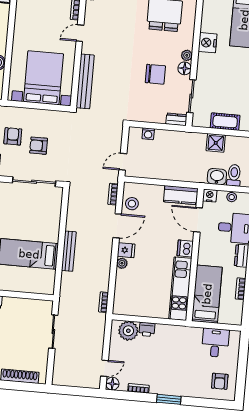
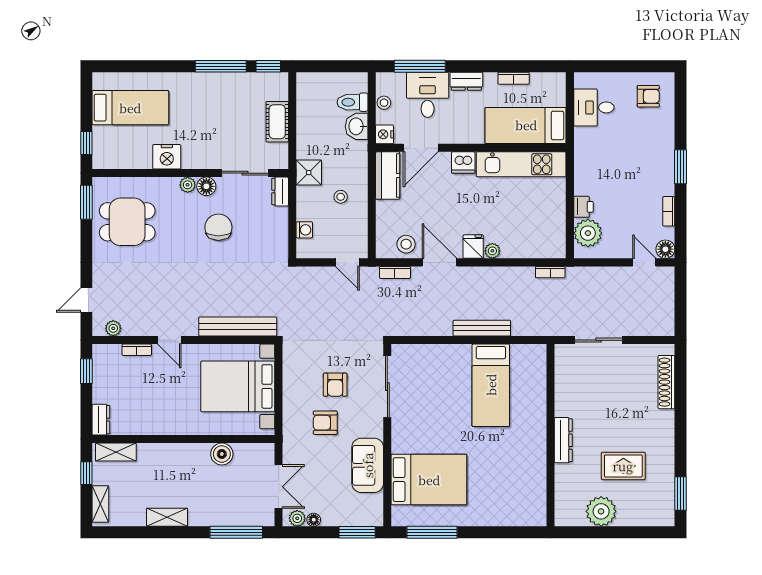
shower: (216, 143) -> (309, 173), moved
stool: (169, 161) -> (341, 197), added

